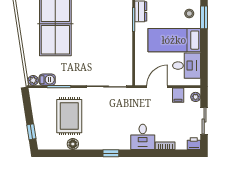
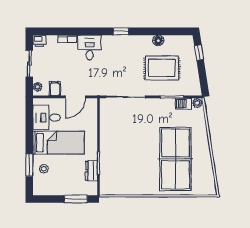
rug: (69, 116) -> (162, 68), turned 90

